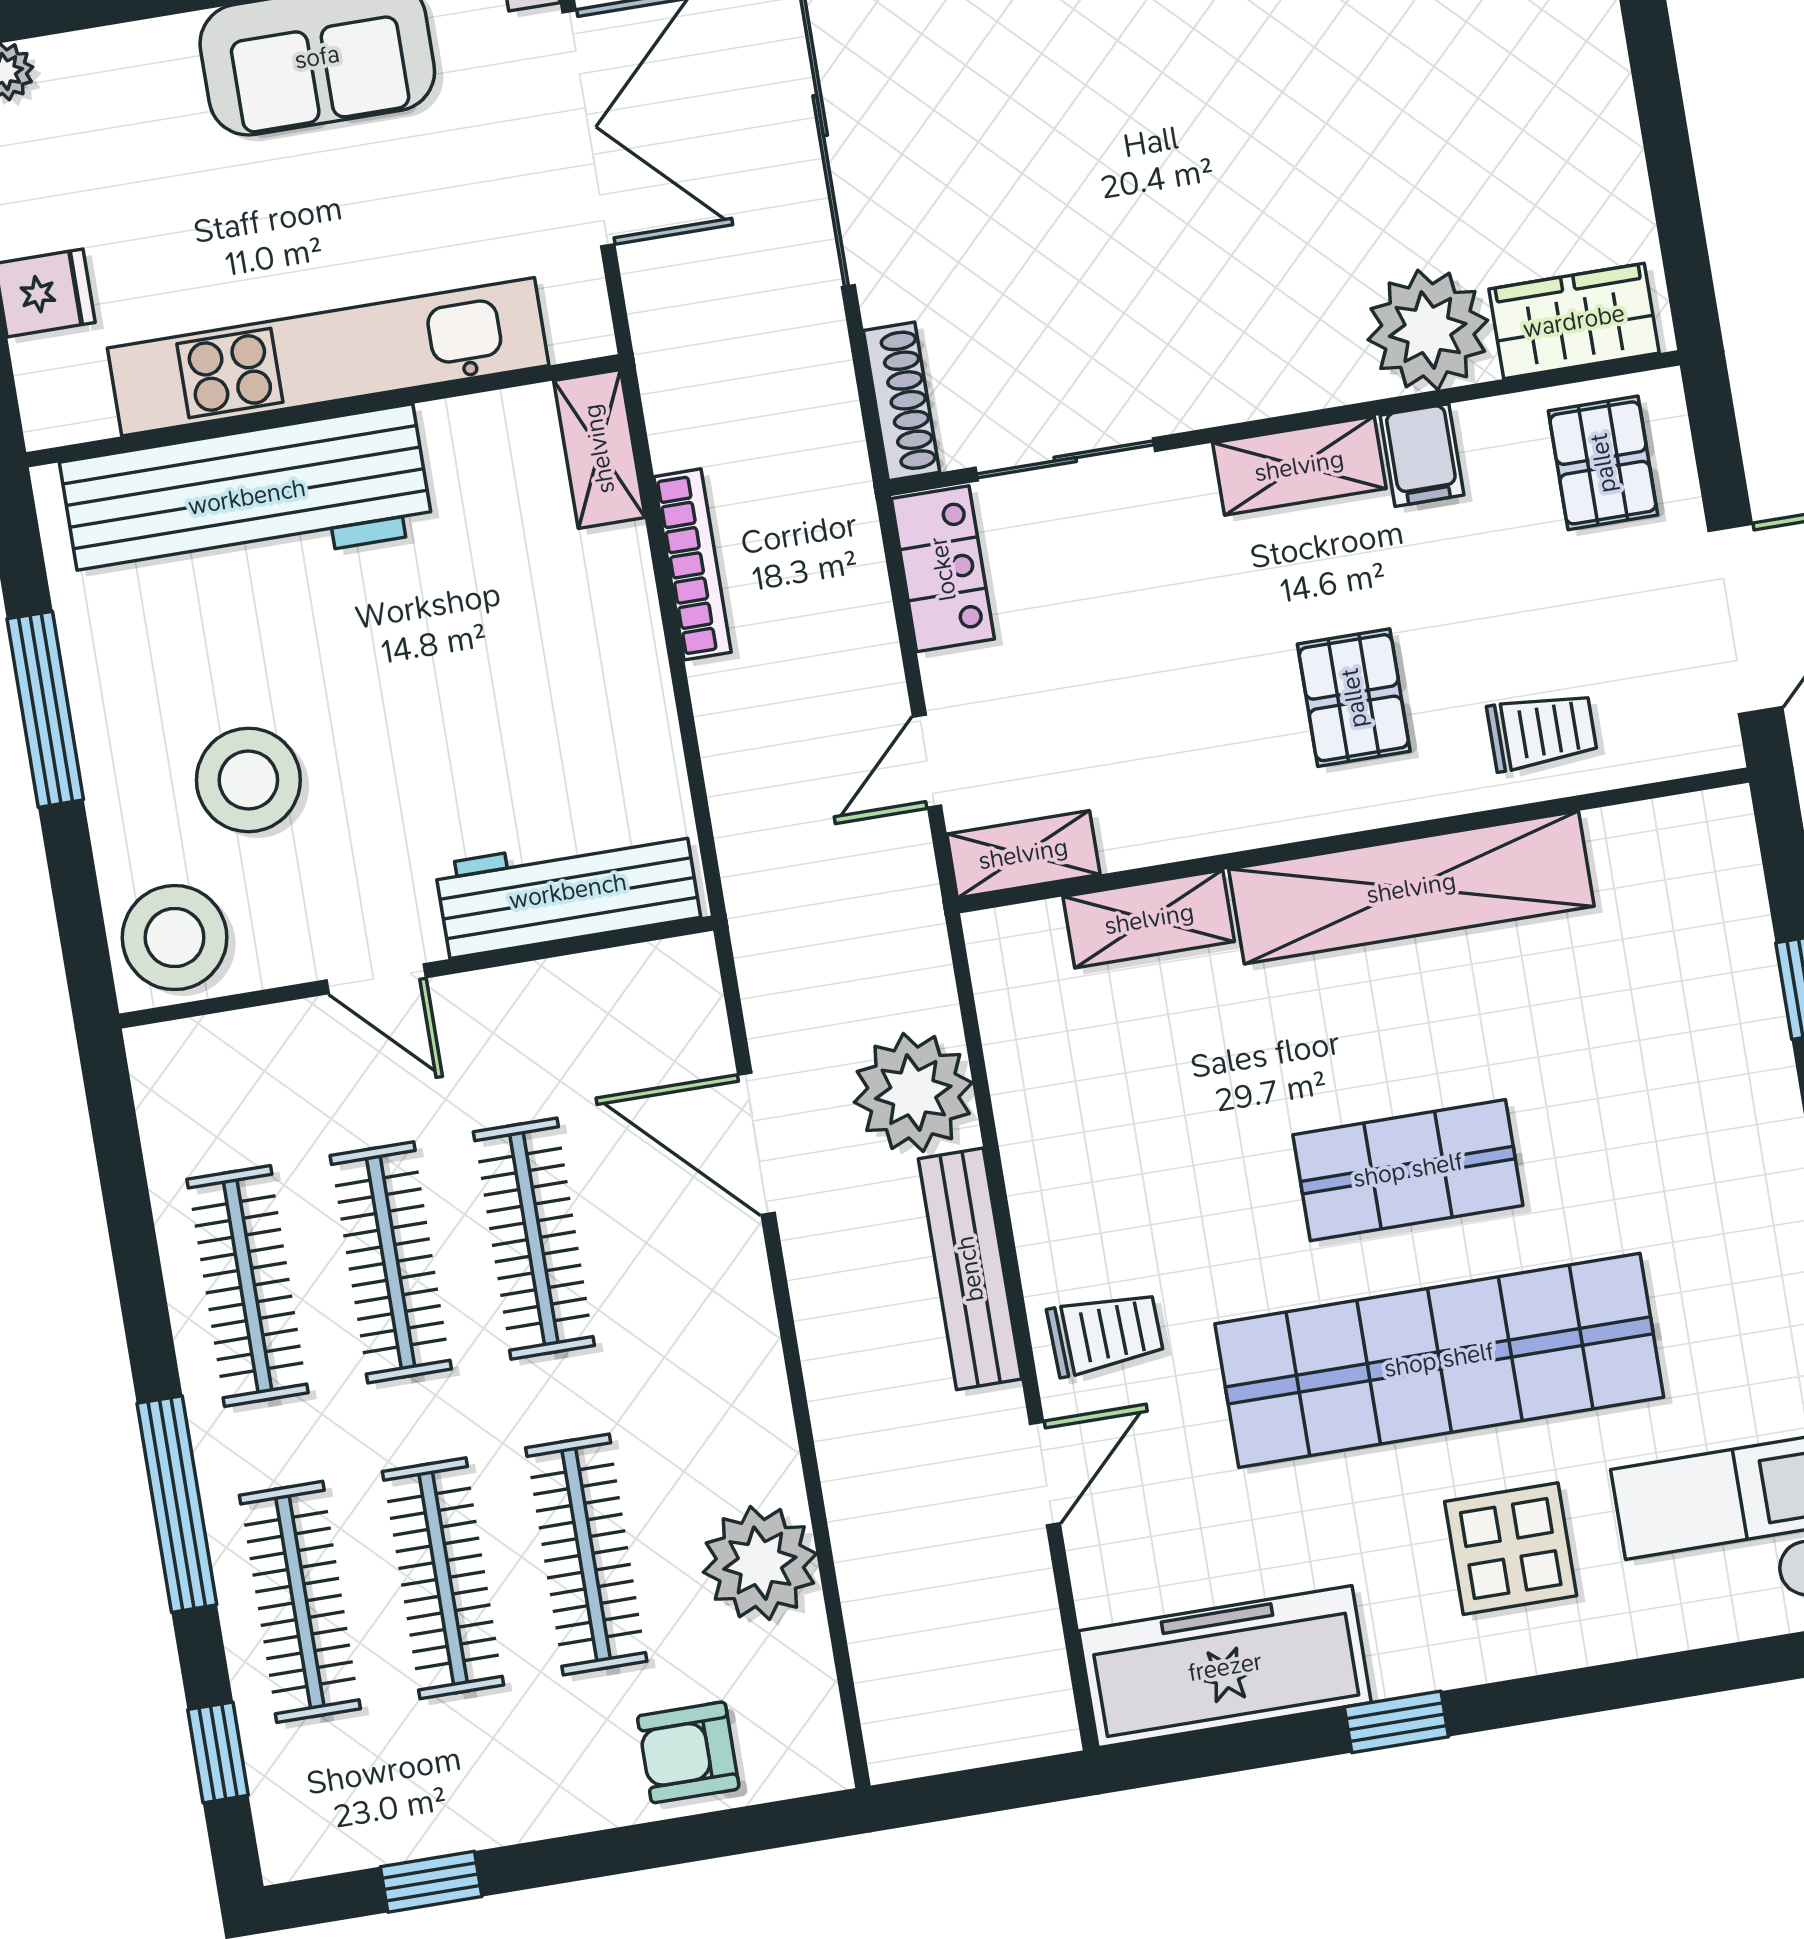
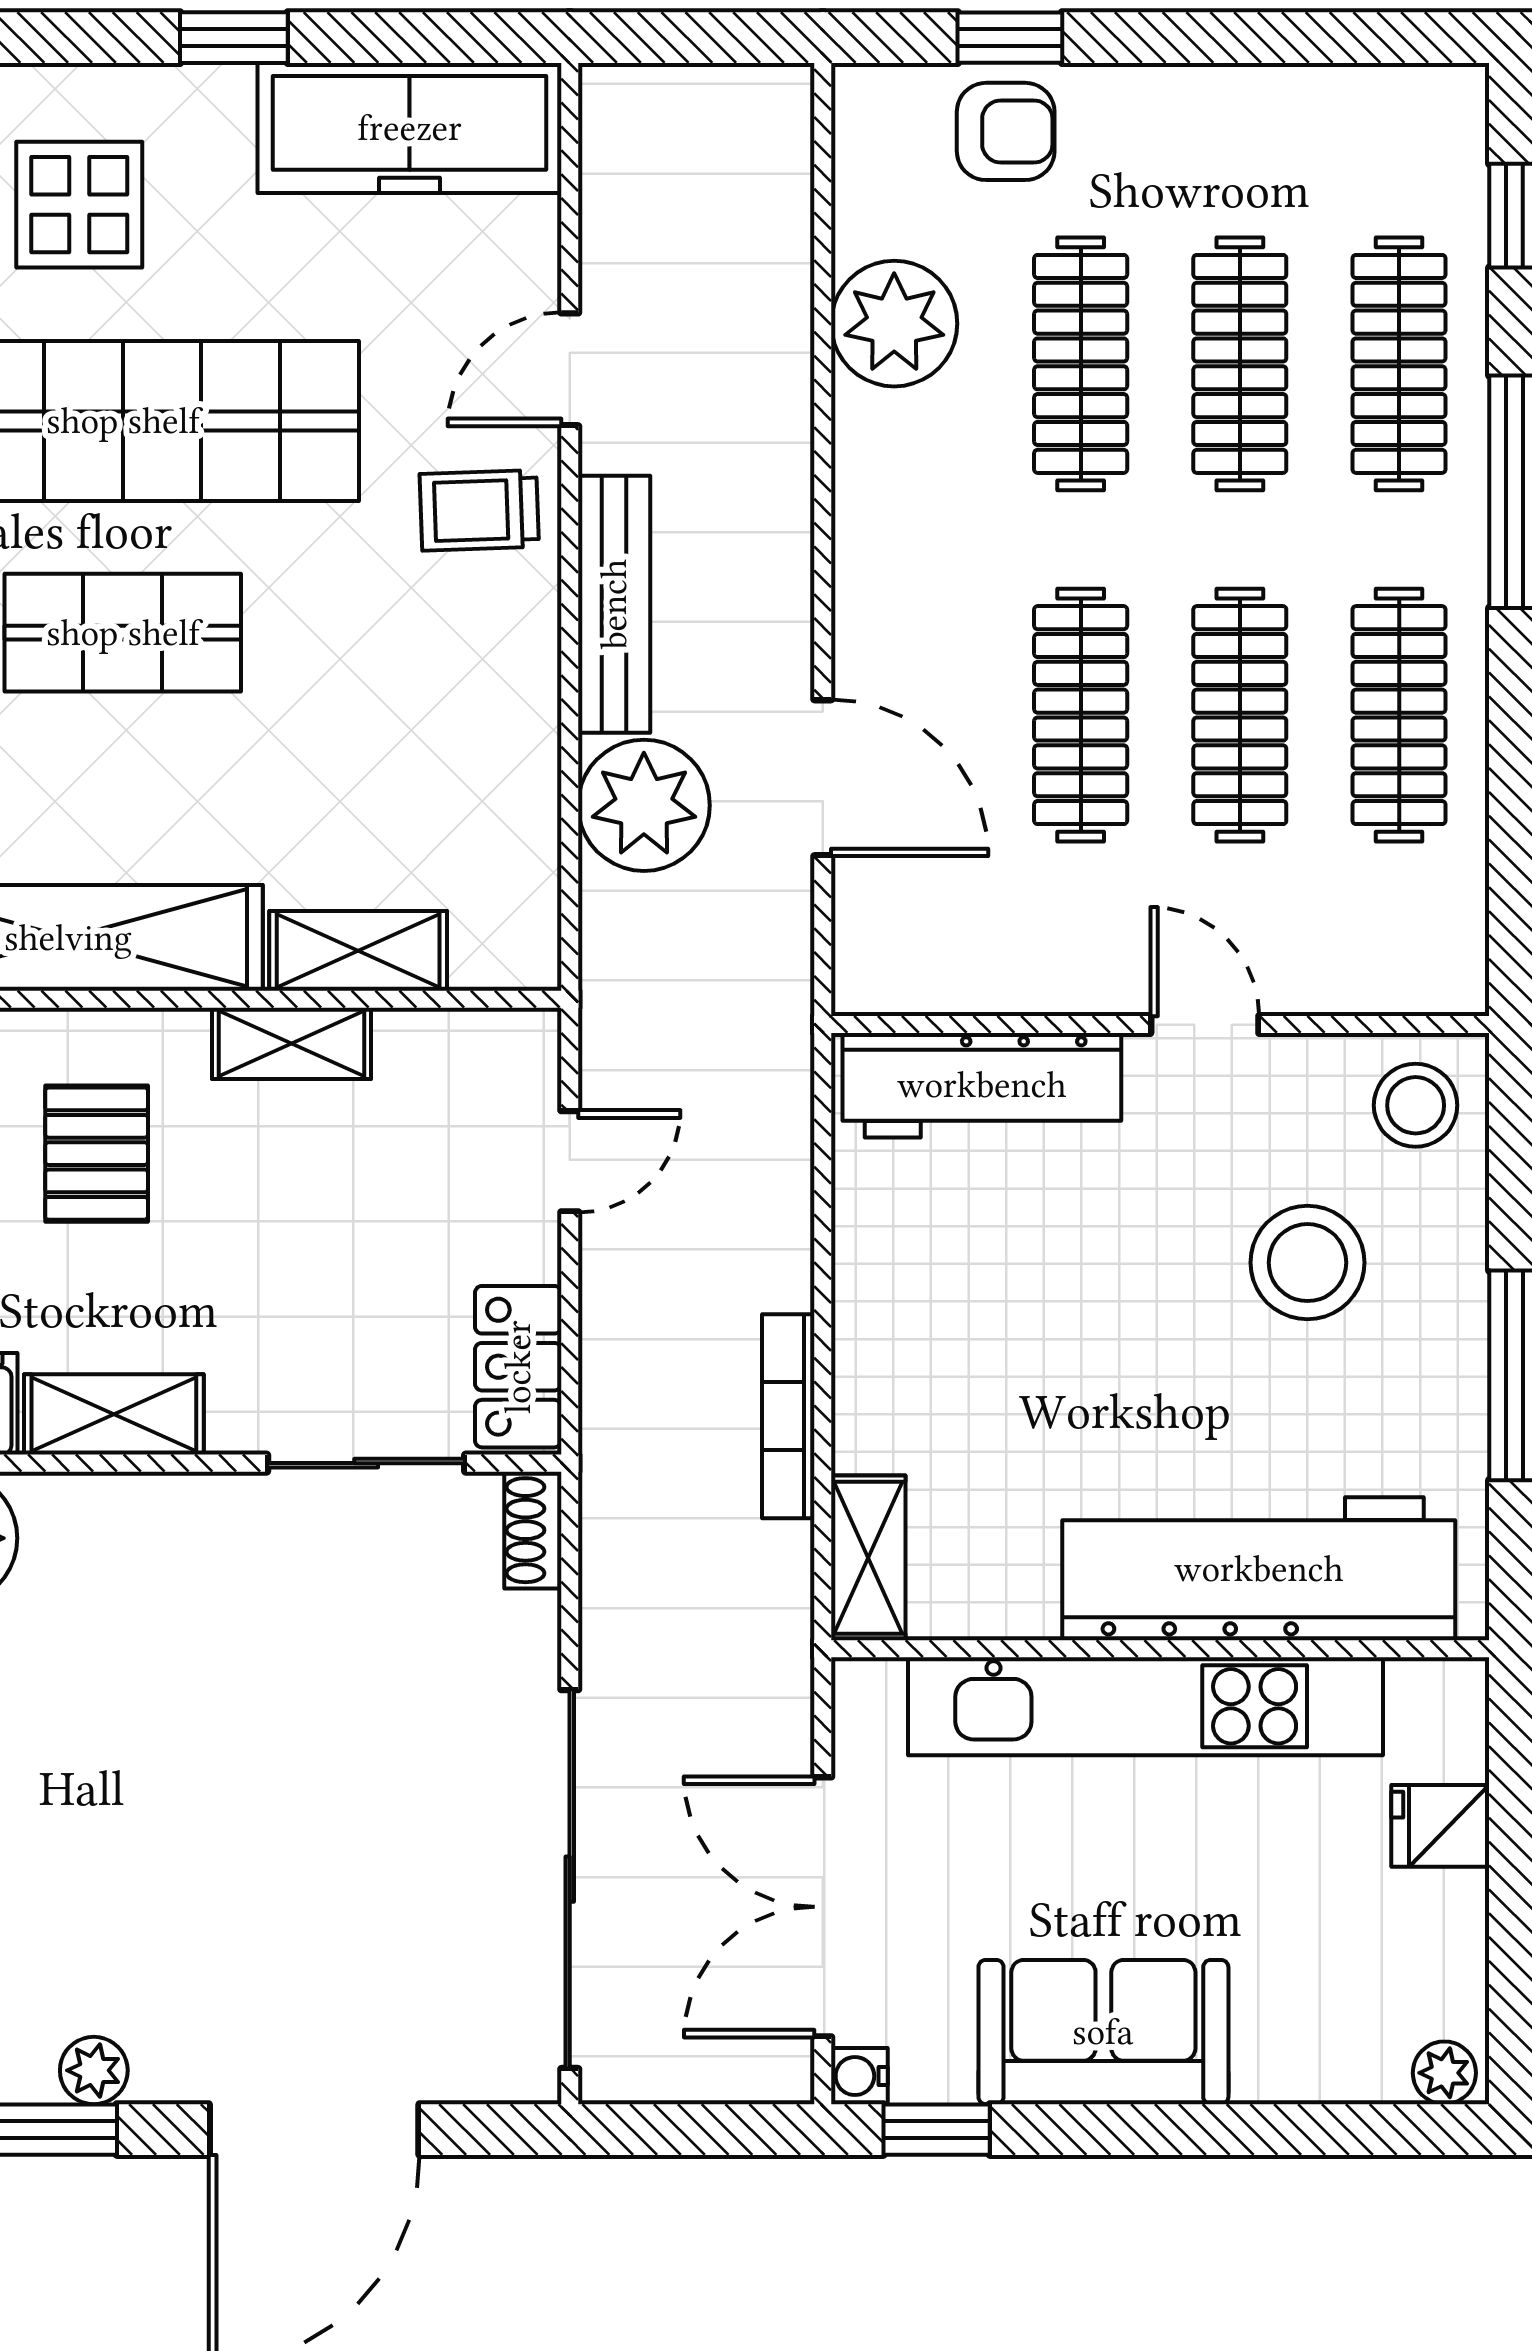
shoe rack: (902, 401) -> (533, 1530), width x0.70
shelving: (1023, 854) -> (292, 1043), moved
stool: (175, 938) -> (1416, 1105), width x0.73, depth x0.73
window: (431, 1882) -> (1010, 38), moved

